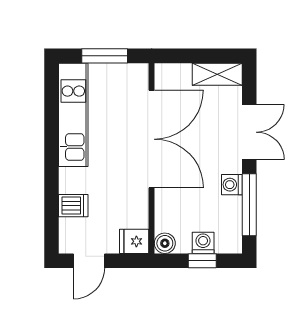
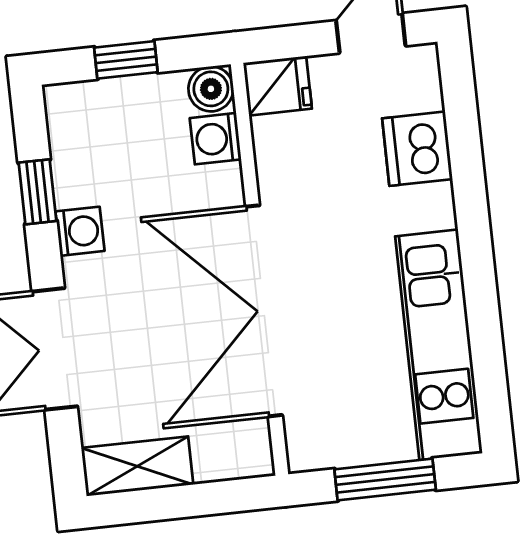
window: (249, 205) -> (38, 192), width x0.46
dishwasher: (73, 206) -> (417, 149), width x1.38
washing machine: (203, 243) -> (215, 139), moved, turned 90

